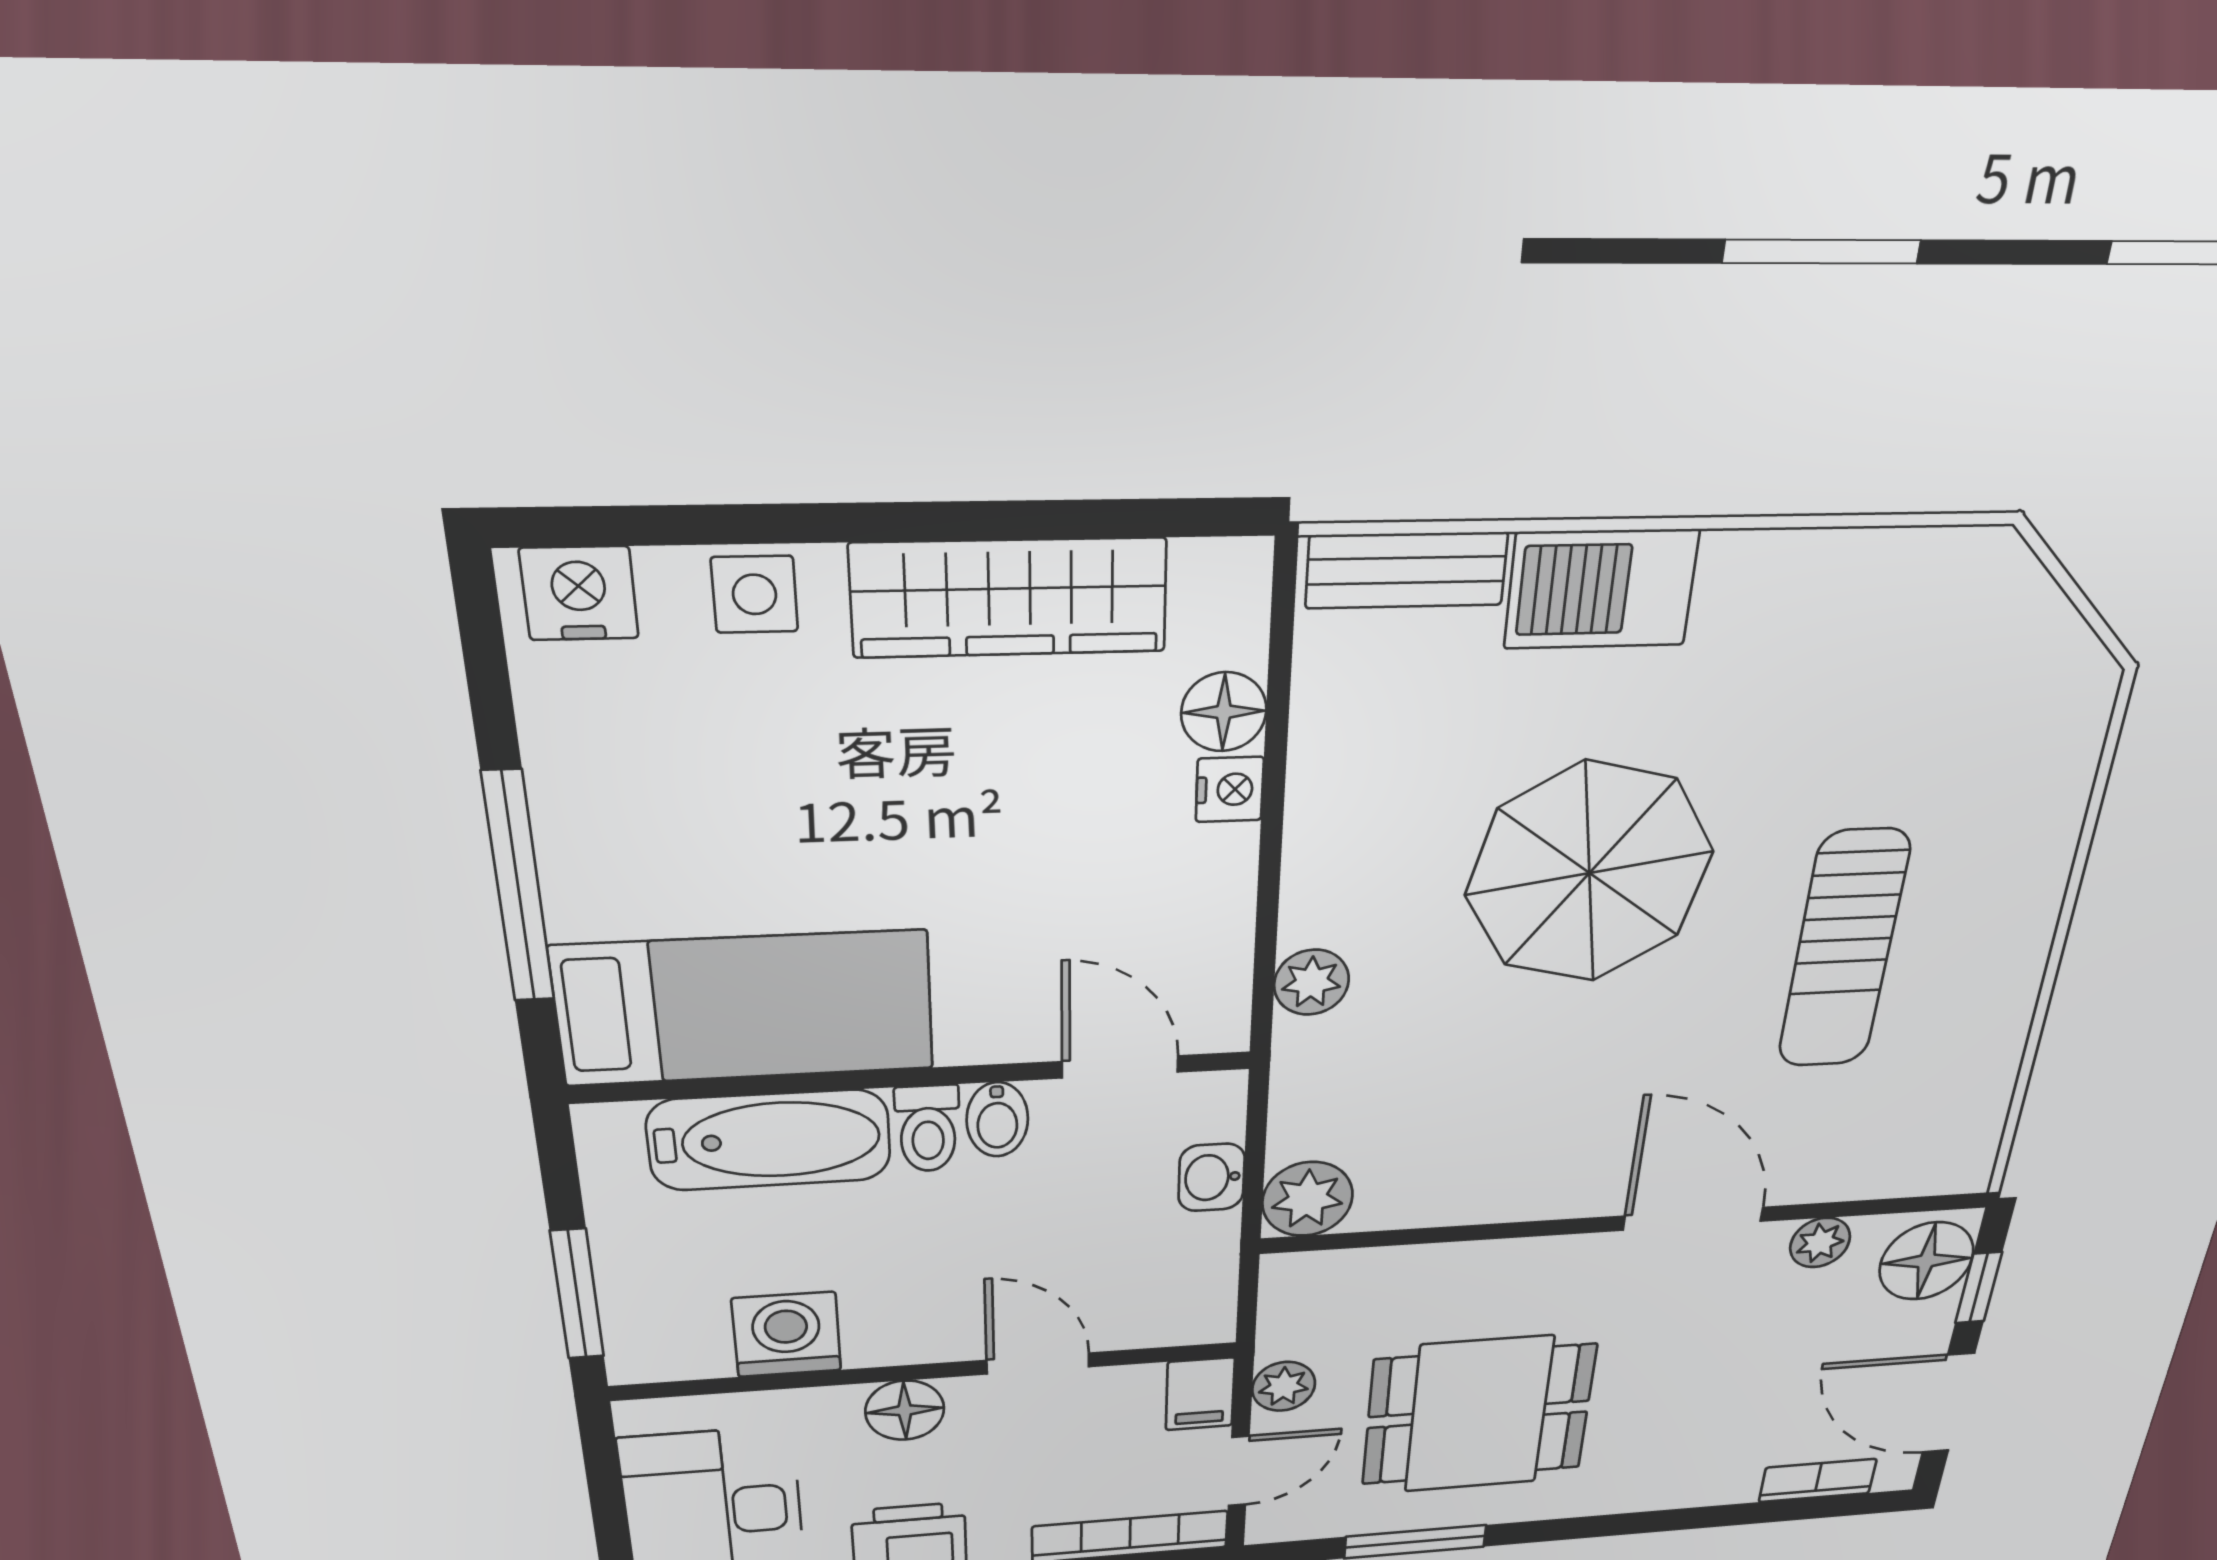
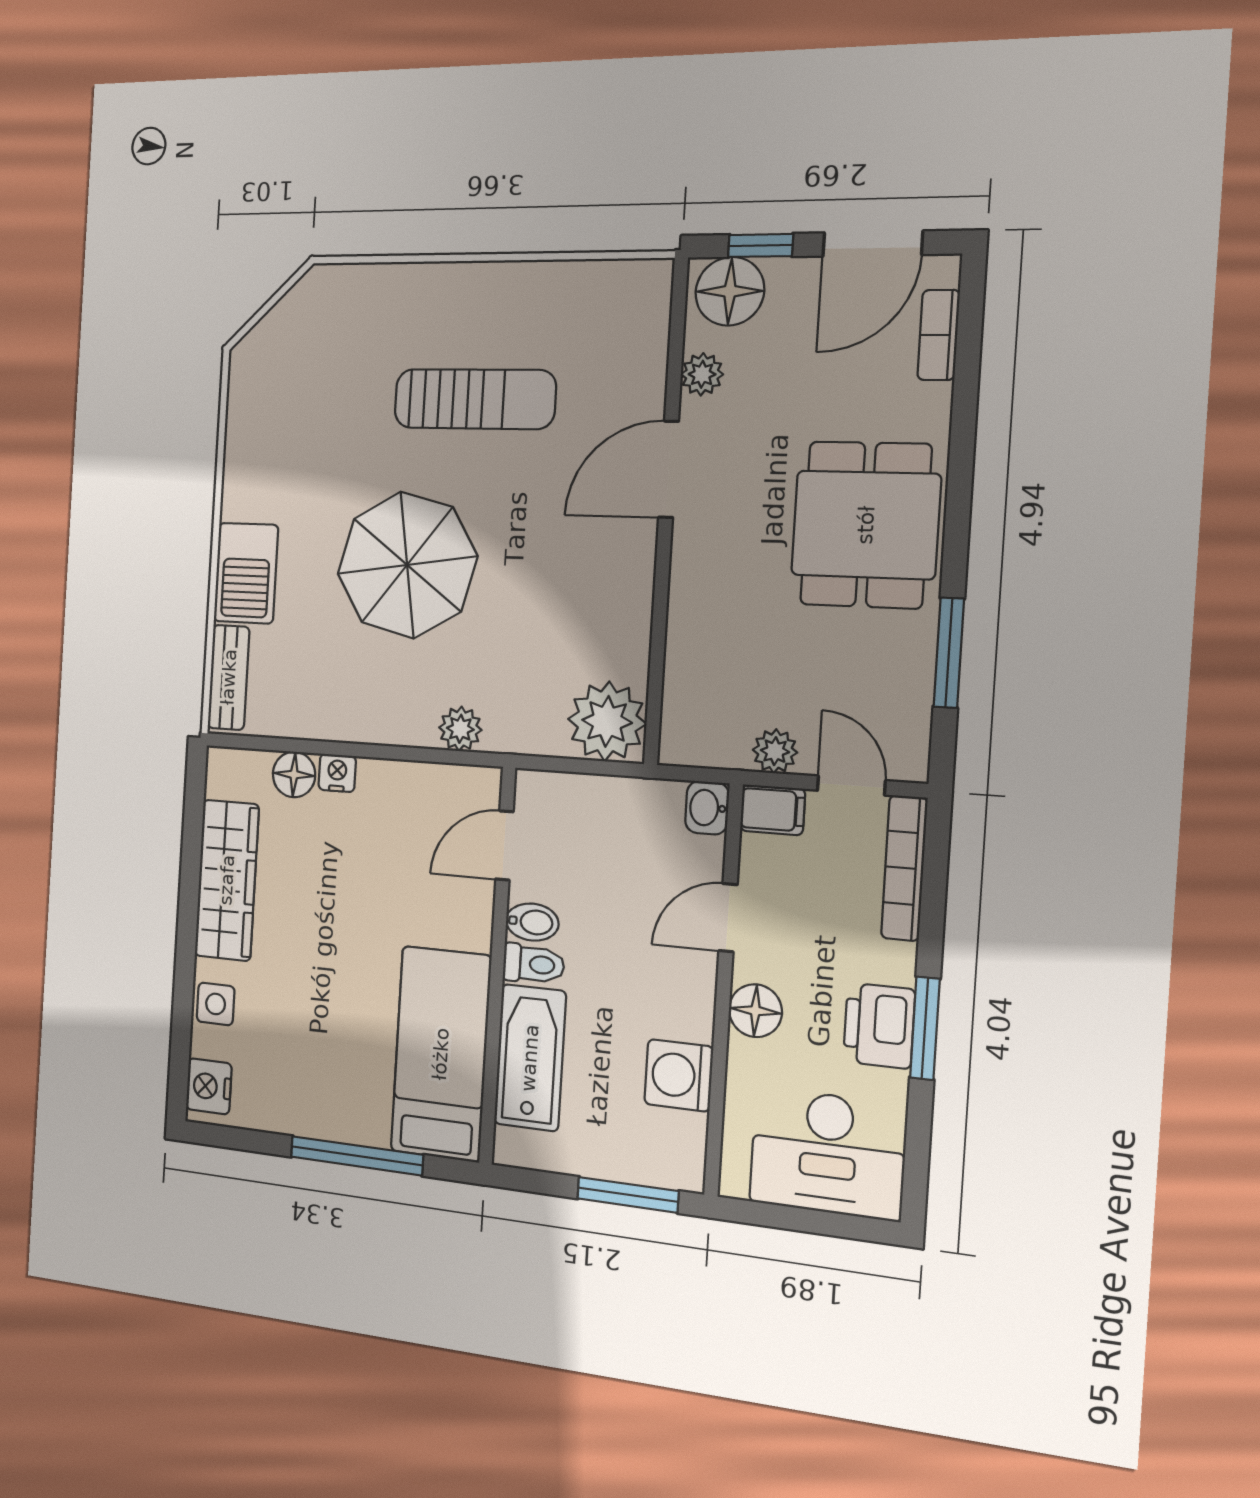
washbasin: (1211, 1177) -> (707, 808), moved, turned 90
plant: (1308, 1199) -> (607, 721), width x1.36, depth x1.36
dining table: (1479, 1414) -> (866, 525), moved

